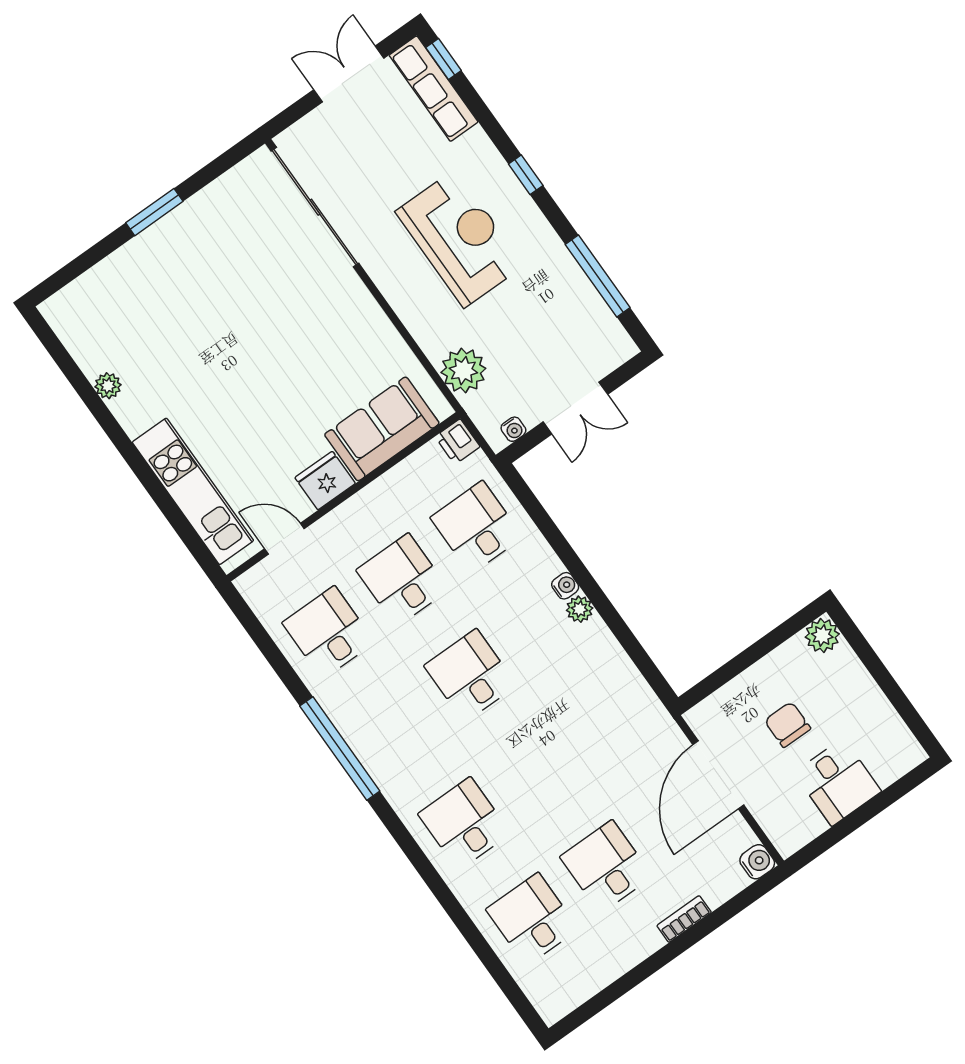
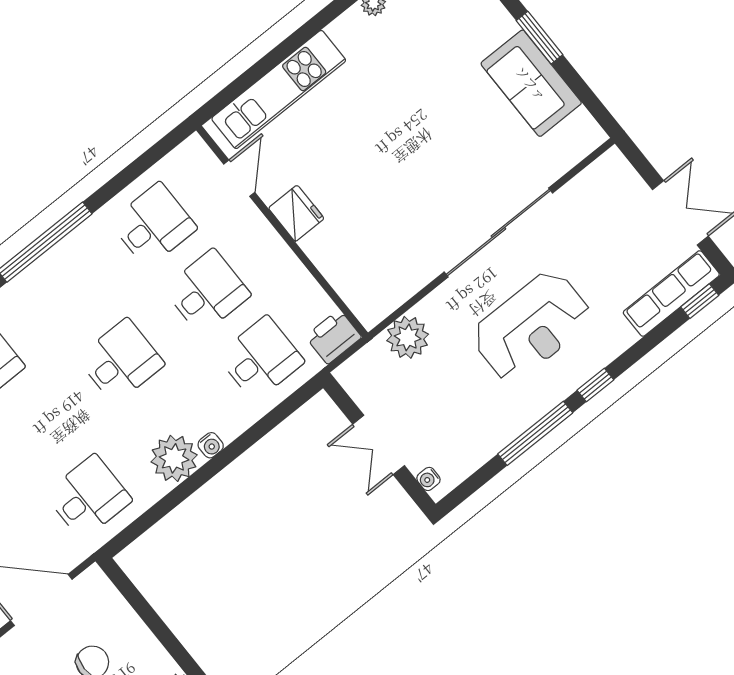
sliding door: (315, 207) -> (498, 232), moved
window: (598, 276) -> (535, 433), moved
sofa: (382, 429) -> (531, 83), moved, turned 180
water cooler: (513, 429) -> (428, 479), moved
printer: (458, 442) -> (333, 337), width x1.36, depth x1.24
plant: (580, 609) -> (174, 458), width x1.87, depth x1.87
desk: (612, 719) -> (88, 497), added

